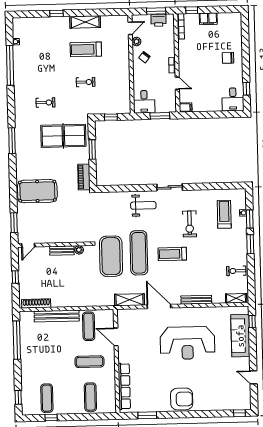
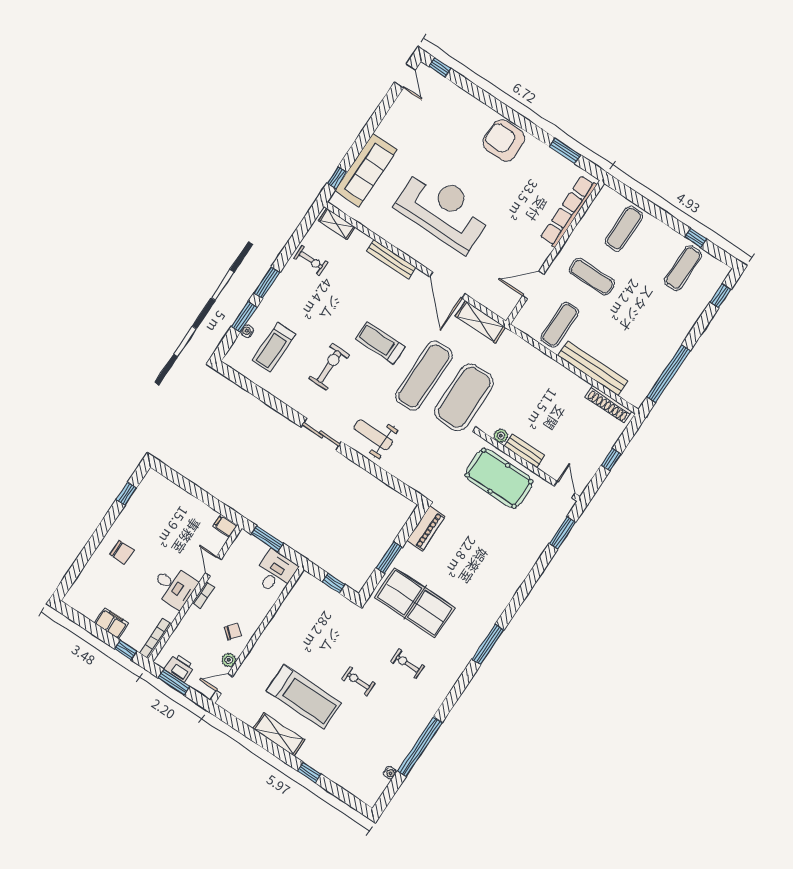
treadmill: (86, 49) -> (304, 697), width x1.37, depth x1.38
exercise bike: (86, 82) -> (358, 681), moved
desk: (233, 99) -> (174, 586), moved, turned 90
pool table: (37, 191) -> (499, 478), moved
door: (28, 245) -> (564, 490), hinge flipped
treadmill: (172, 254) -> (380, 343), turned 180
door: (116, 337) -> (533, 285), swing flipped
door: (254, 377) -> (405, 76), moved

